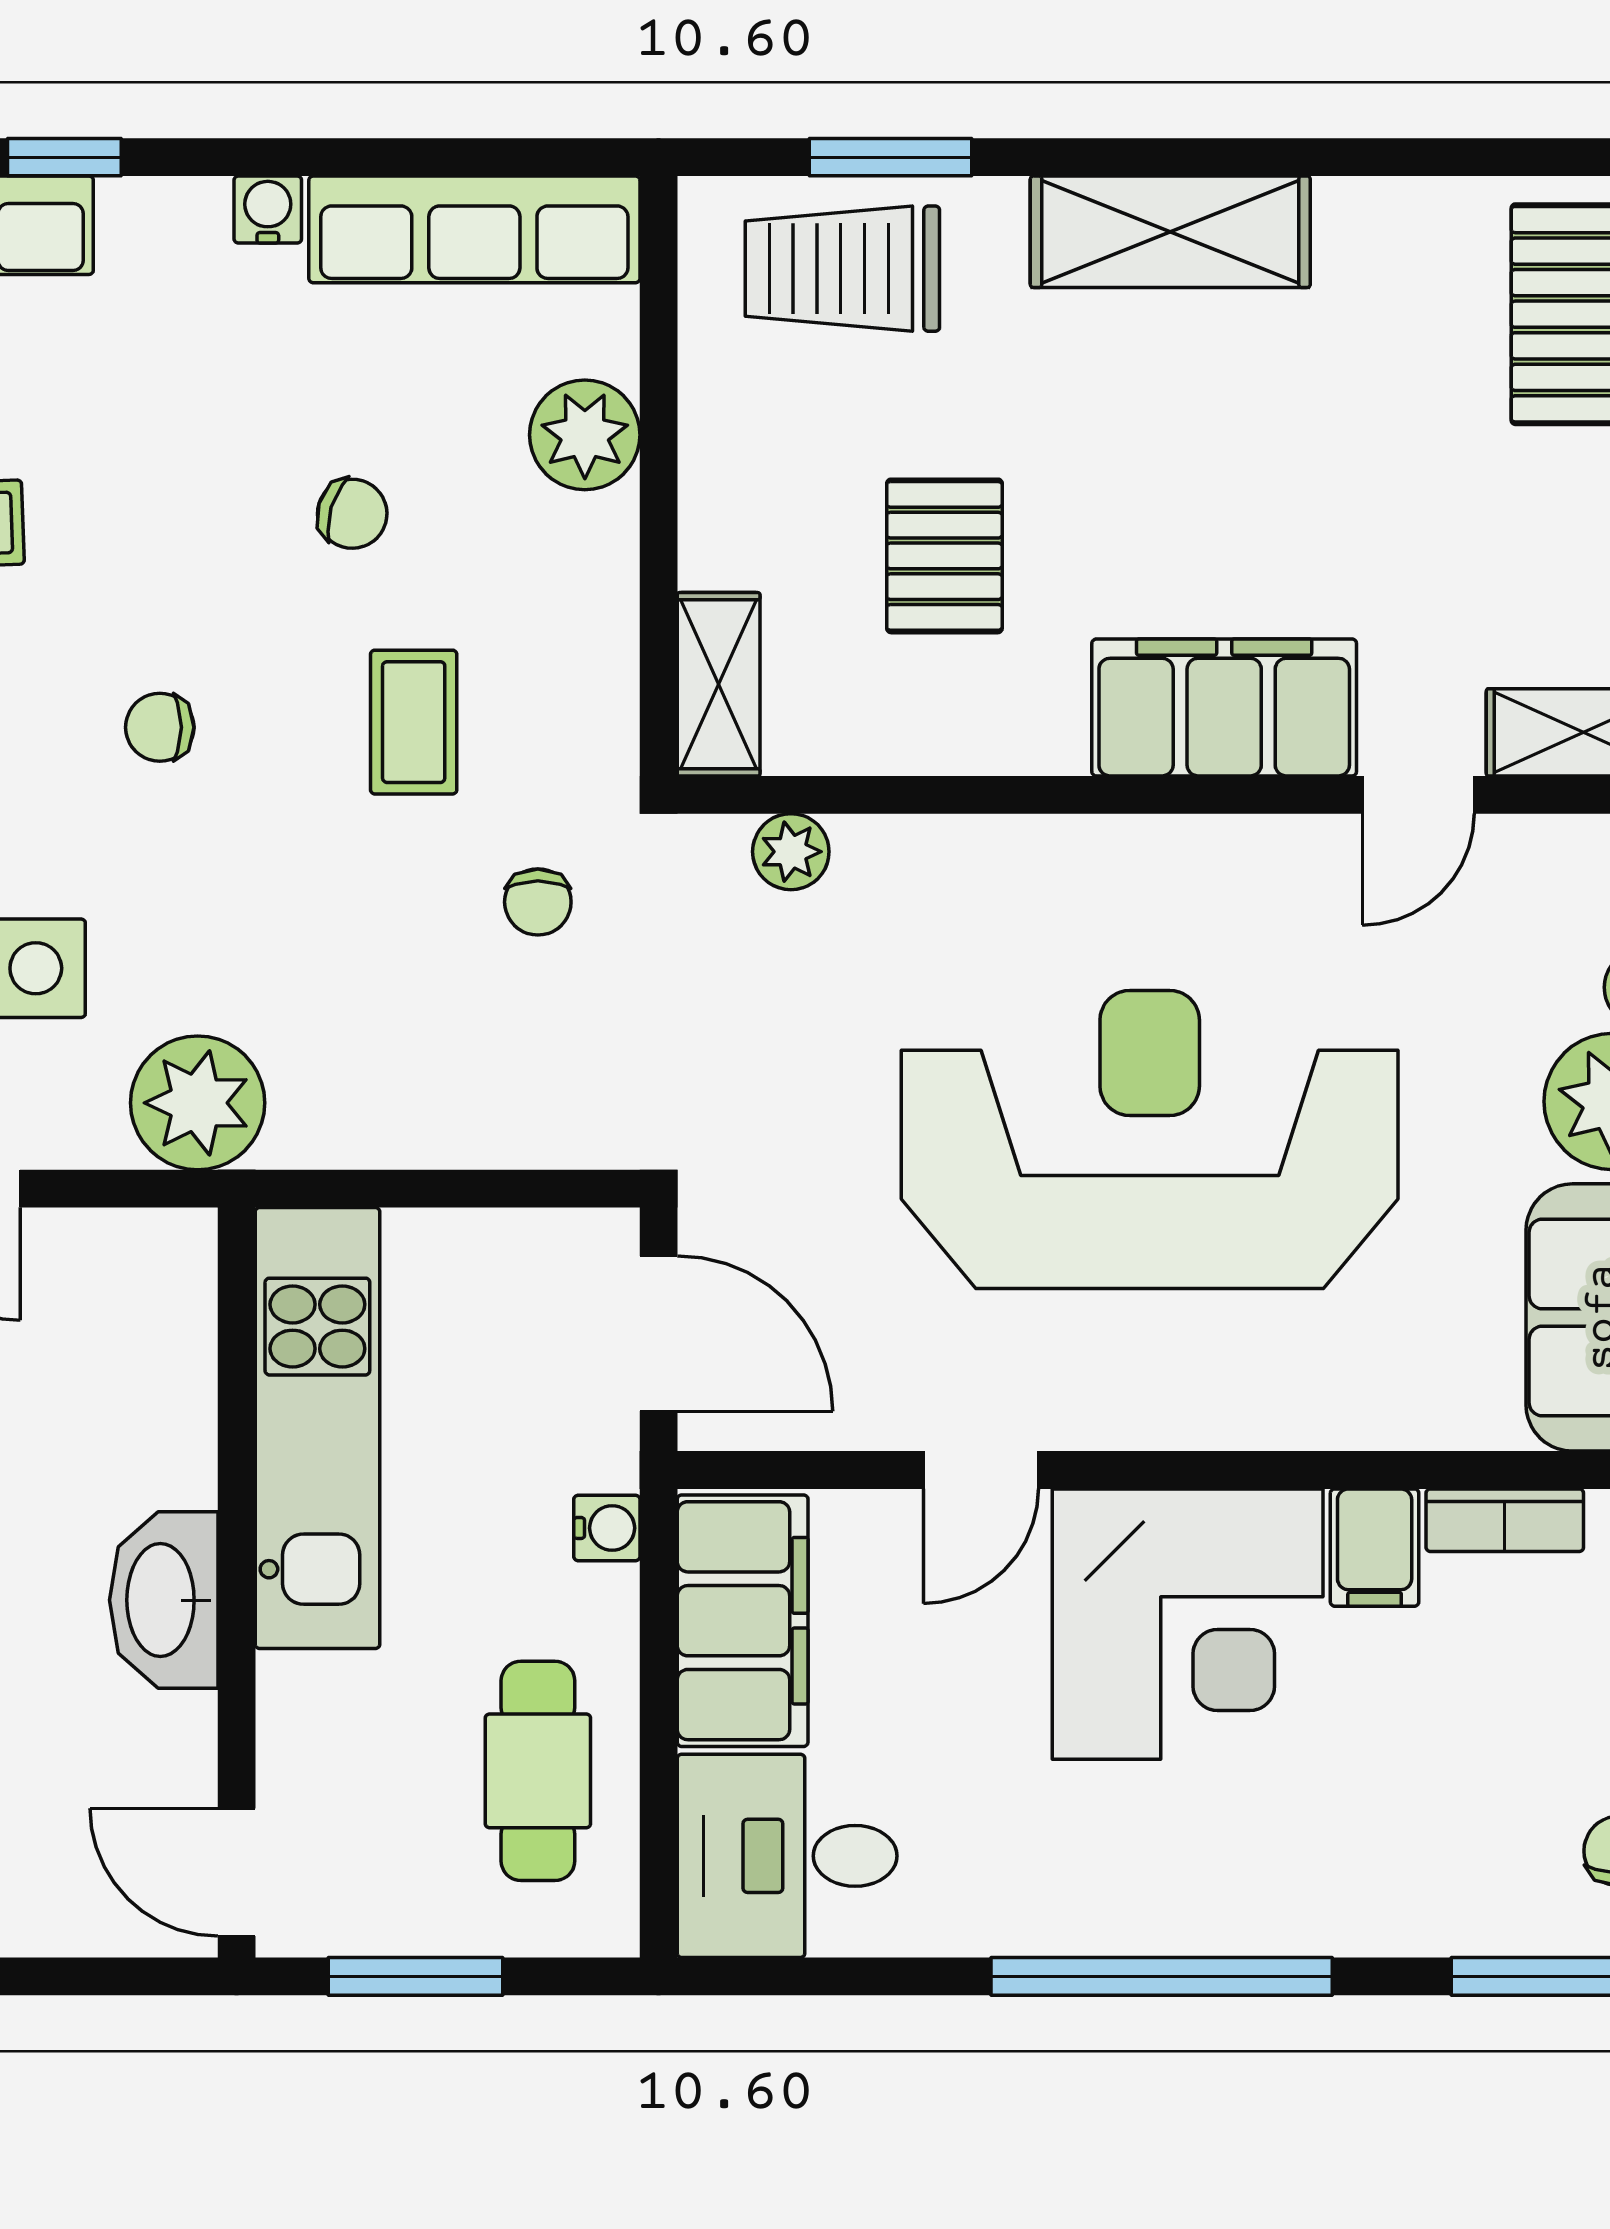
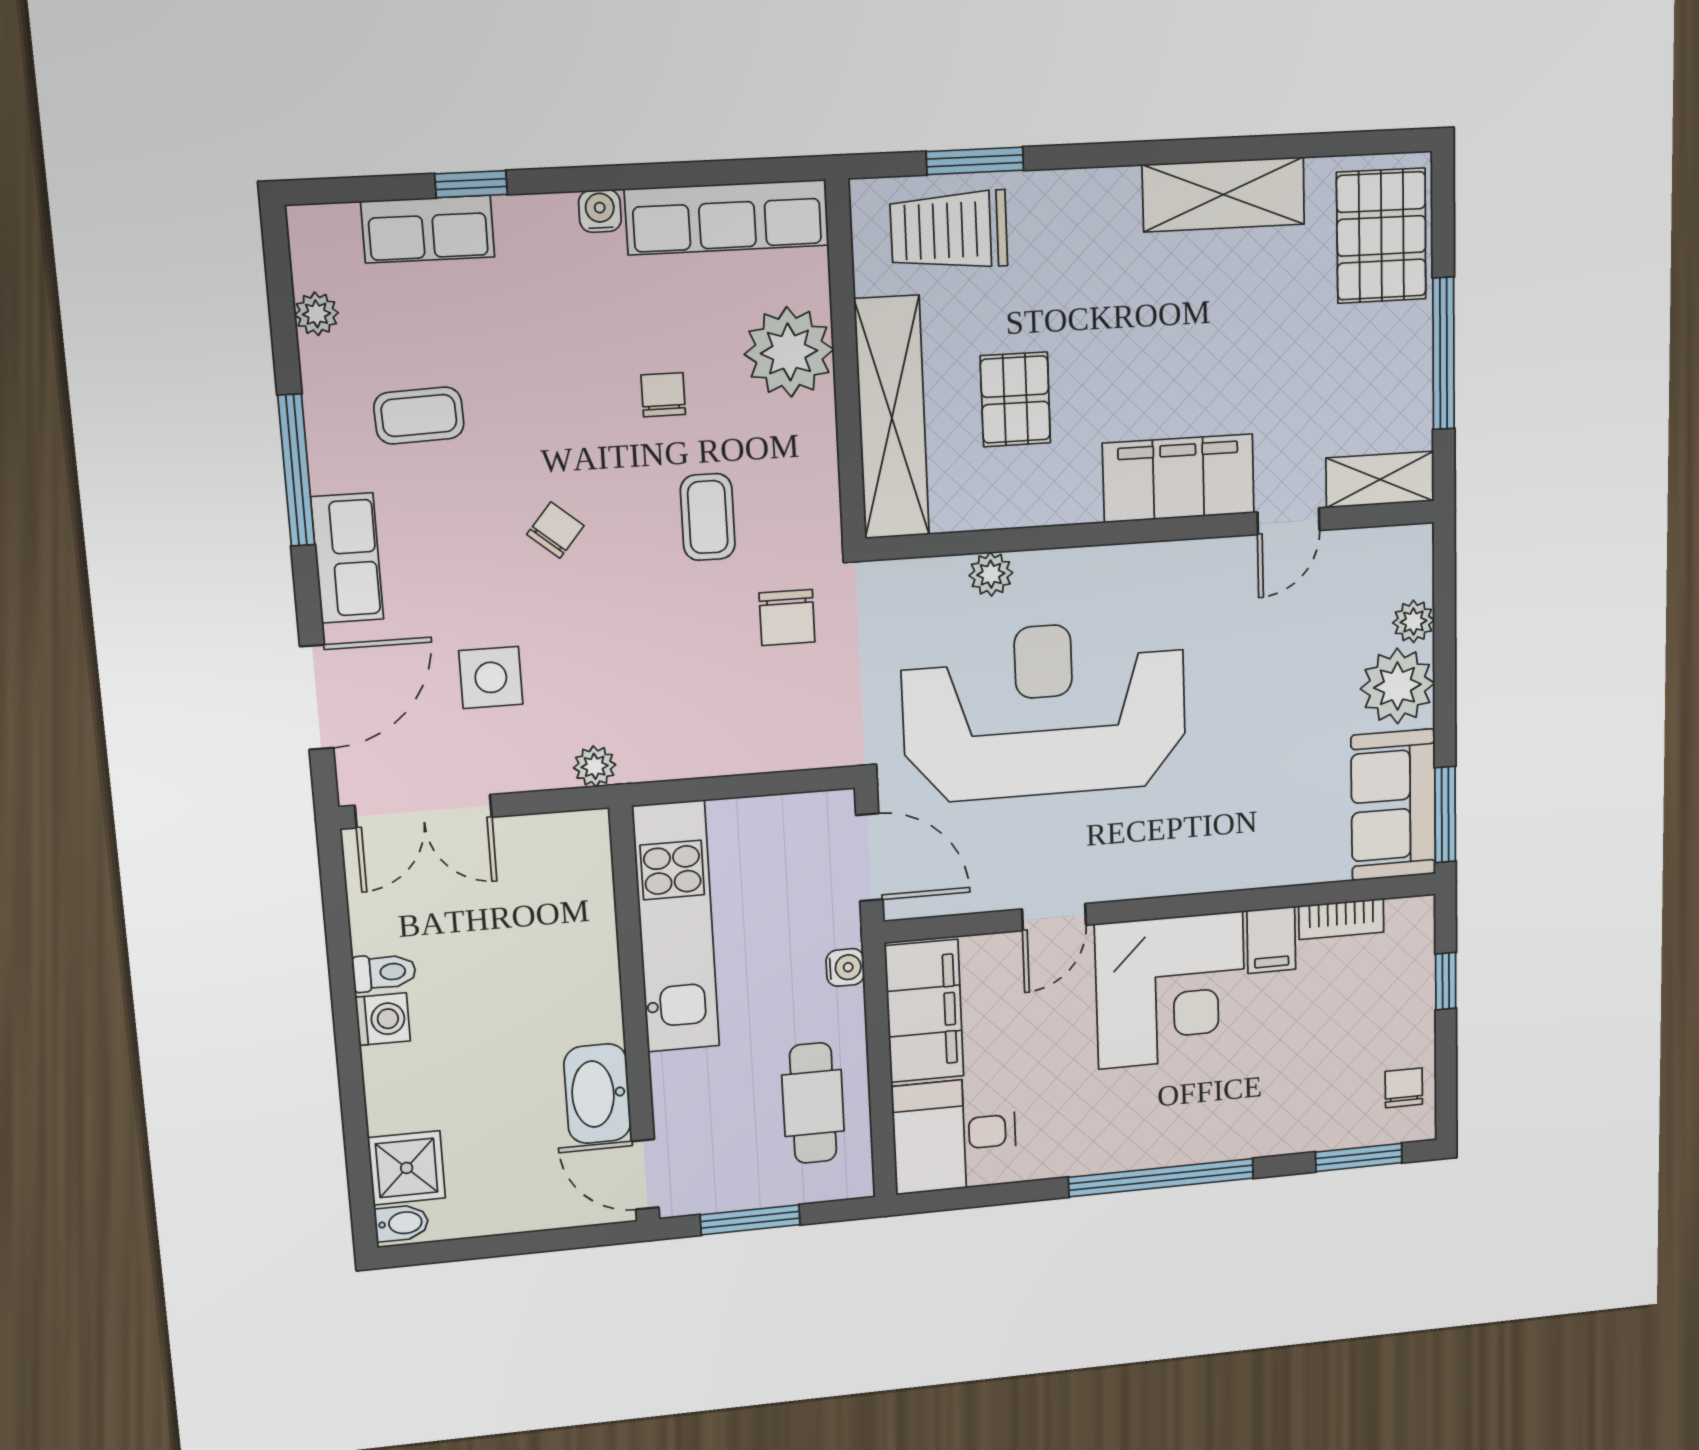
shelving: (1170, 232) -> (1224, 194), moved
plant: (585, 435) -> (789, 352), width x1.36, depth x1.36
chair: (352, 514) -> (663, 395), turned -107
shelving: (719, 684) -> (892, 418), width x2.20, depth x1.33
chair: (160, 727) -> (555, 530), turned 130
plant: (791, 852) -> (991, 574), moved
chair: (538, 902) -> (787, 618), width x1.37, depth x1.37
plant: (198, 1103) -> (595, 766), width x0.53, depth x0.53
reception desk: (1150, 1140) -> (1045, 710), moved
washbasin: (164, 1600) -> (597, 1094), moved

